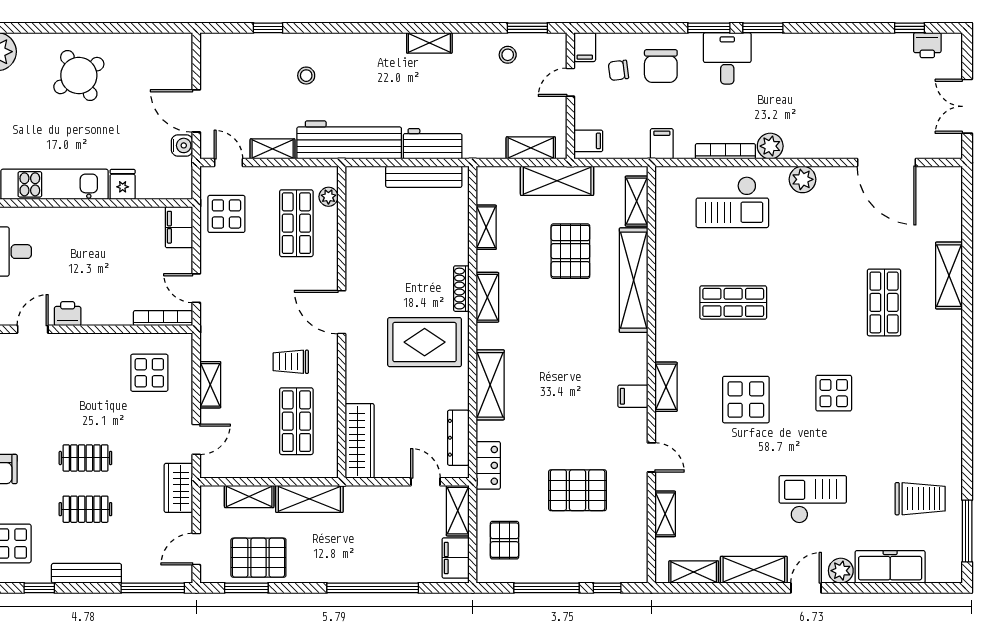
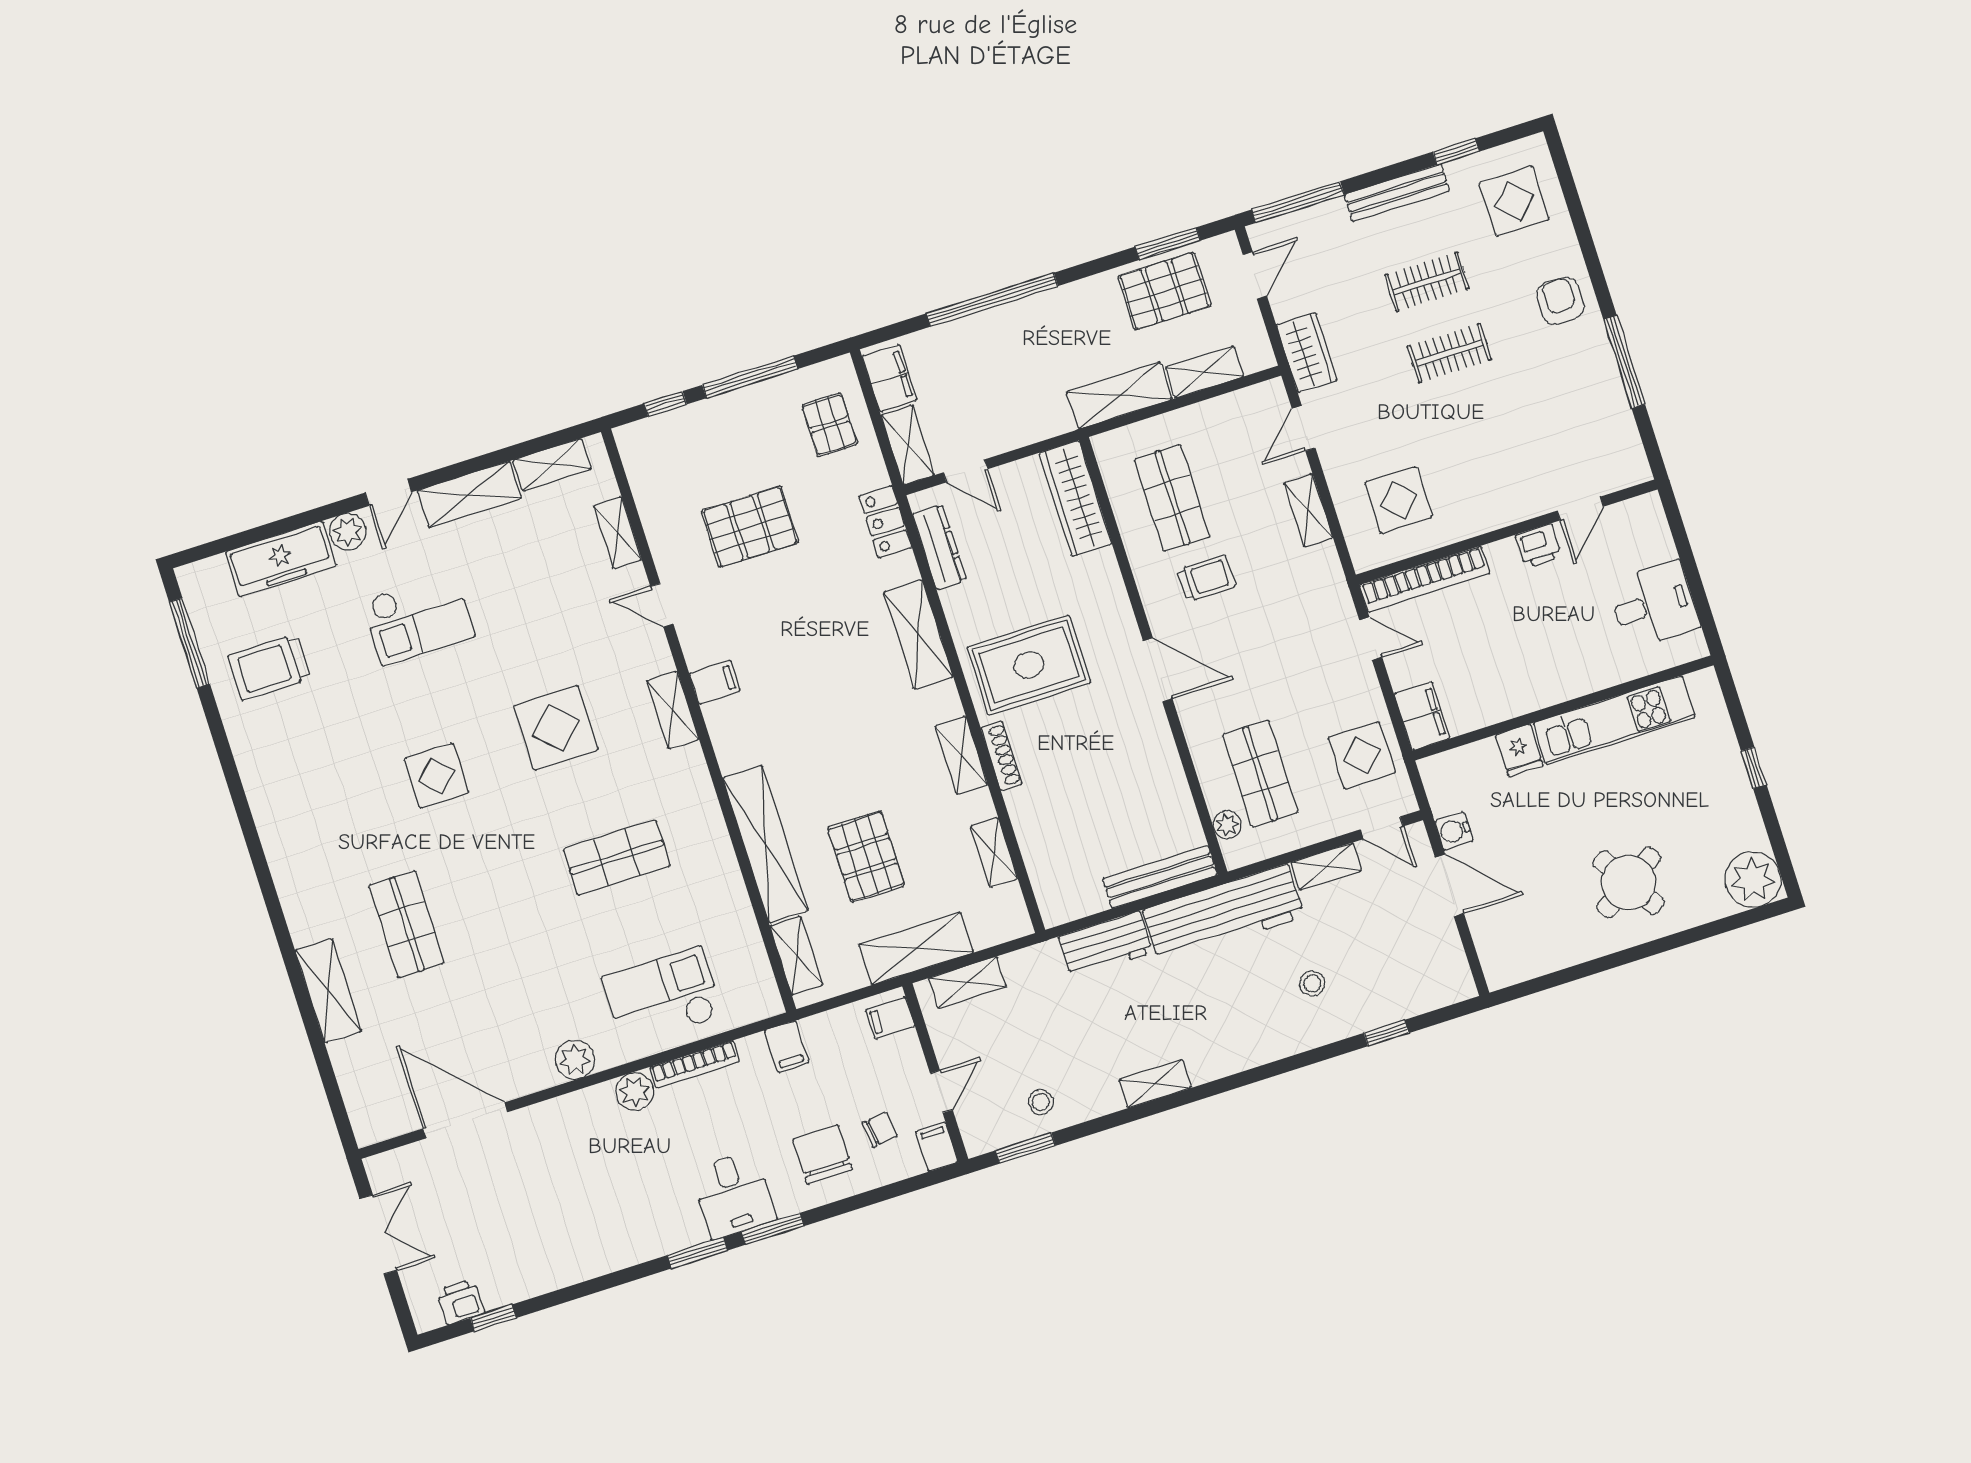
bench: (424, 177) -> (1160, 877), moved
bookcase: (163, 318) -> (1424, 579), width x1.48, depth x1.31

